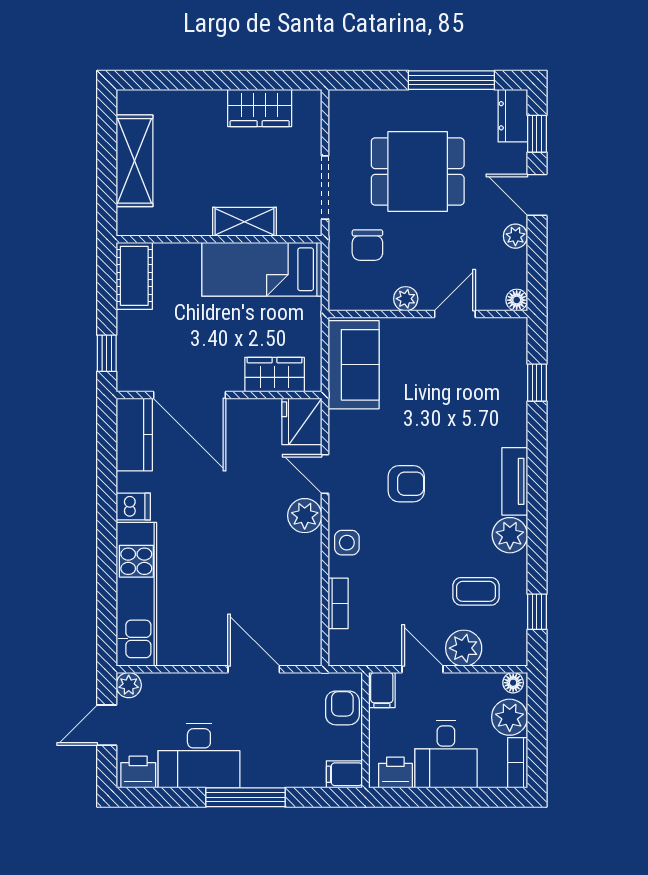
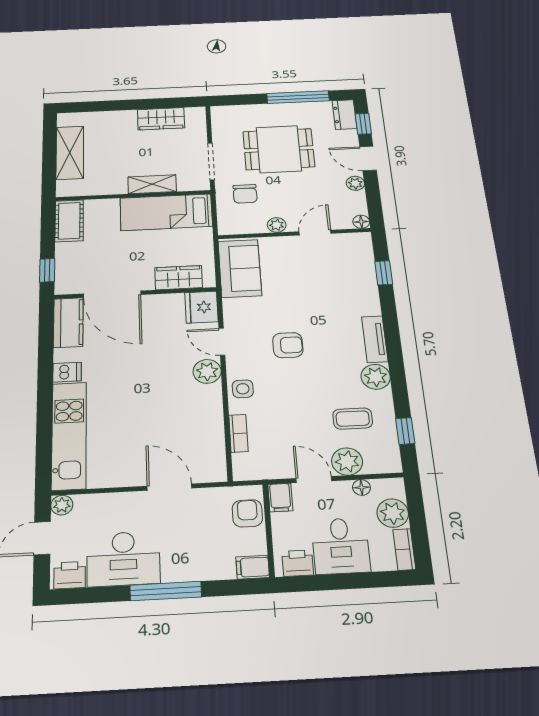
floor lamp: (513, 683) -> (361, 487), moved

